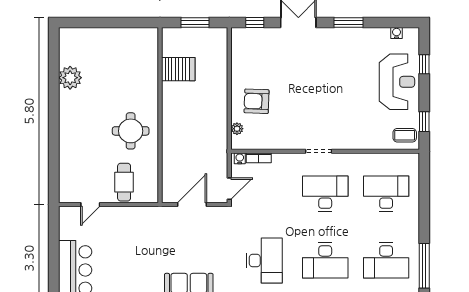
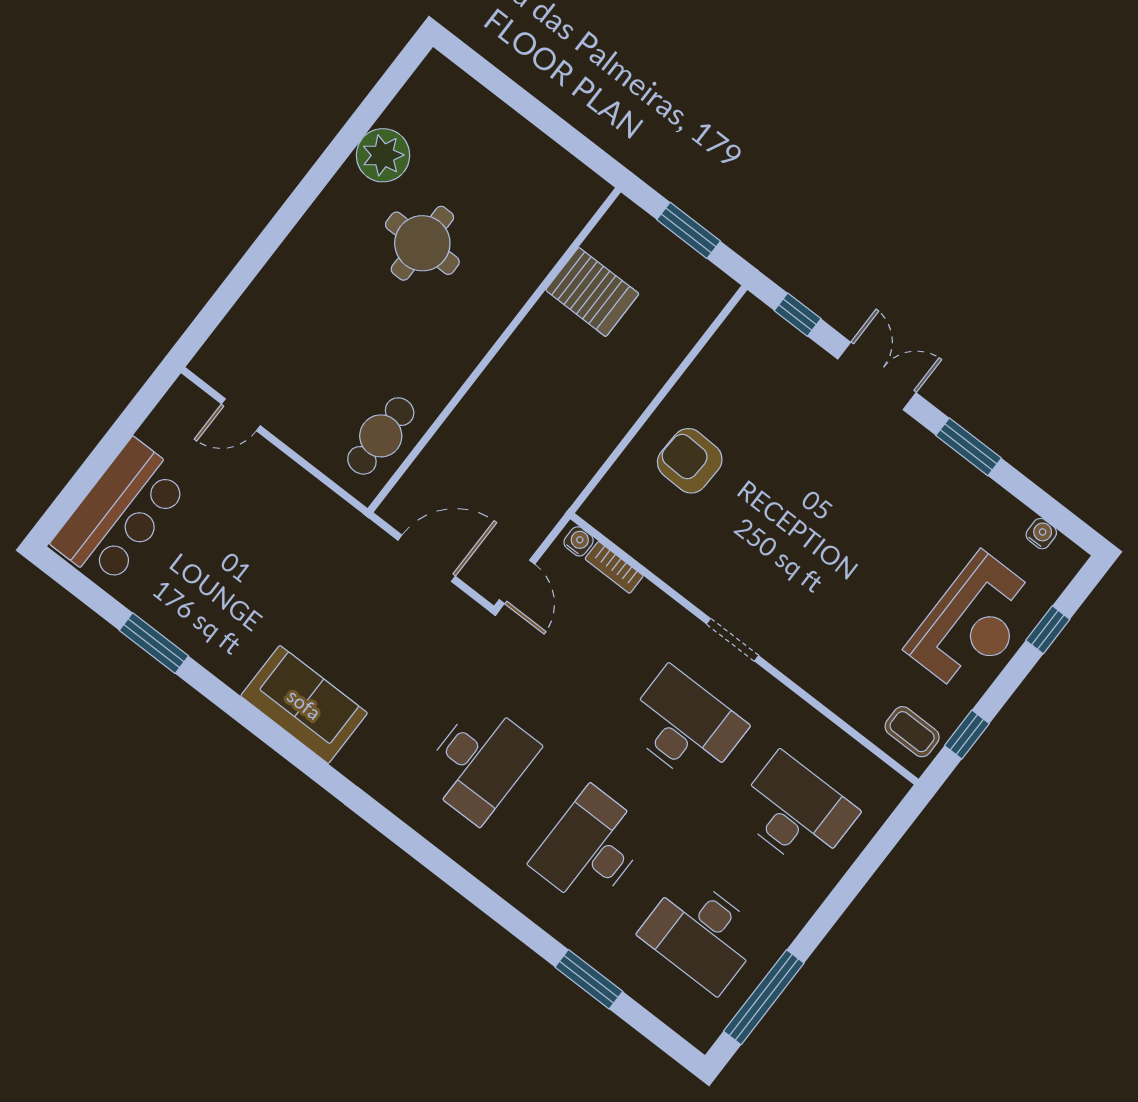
plant: (237, 129) -> (615, 483), removed
round table: (131, 131) -> (422, 243), moved
cafe table: (124, 182) -> (381, 436), moved
door: (229, 189) -> (517, 582), hinge flipped
desk: (325, 261) -> (590, 848), turned 90

